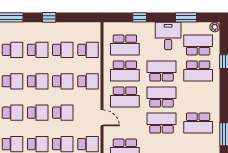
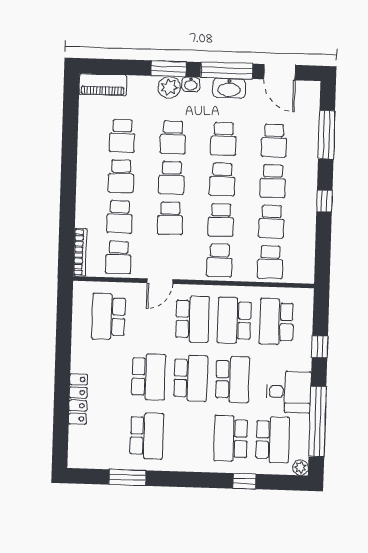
window: (186, 17) -> (317, 422), width x2.11
school desk: (125, 97) -> (192, 319), turned 180
school desk: (198, 123) -> (147, 436), turned 180

